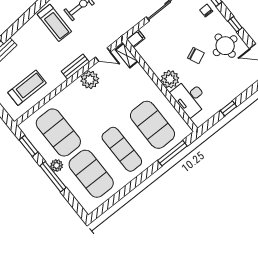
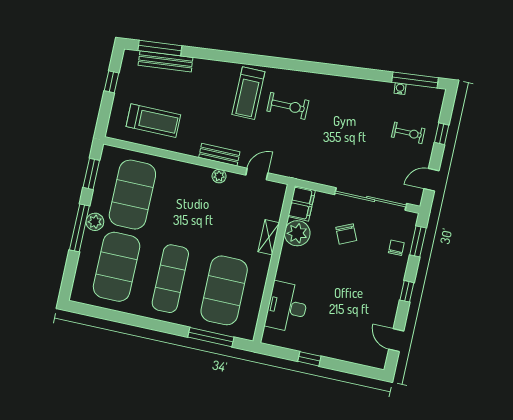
filing cabinet: (136, 39) -> (302, 203), width x2.00
round table: (225, 46) -> (375, 299), removed
door: (103, 55) -> (257, 174), swing flipped
shelving: (127, 56) -> (269, 237), moved
chair: (196, 56) -> (346, 234), moved
plant: (170, 79) -> (297, 233), moved
plant: (90, 80) -> (219, 176), width x0.53, depth x0.53

